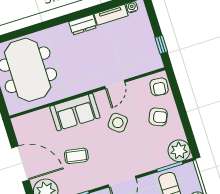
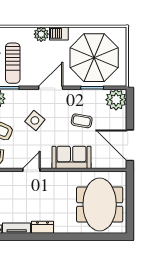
side table: (118, 123) -> (35, 120), moved
door: (20, 164) -> (130, 145), moved

